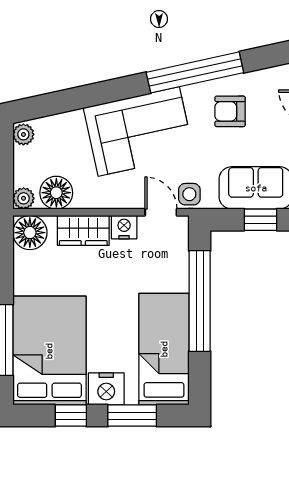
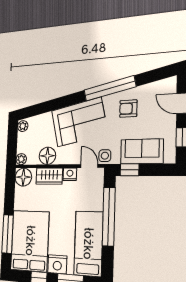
floor lamp: (56, 193) -> (47, 156), moved
window: (261, 220) -> (130, 170), moved

